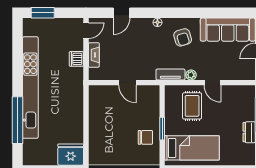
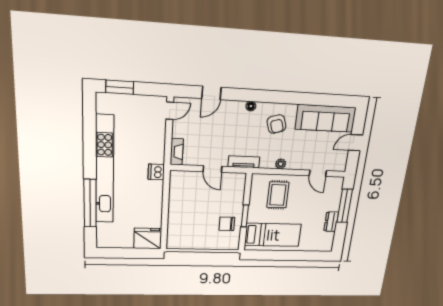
fireplace: (94, 55) -> (177, 152), moved
dishwasher: (76, 59) -> (156, 172), moved
tv unit: (170, 74) -> (244, 162), moved
door: (212, 83) -> (318, 173), moved
chair: (145, 137) -> (227, 224), turned 180

